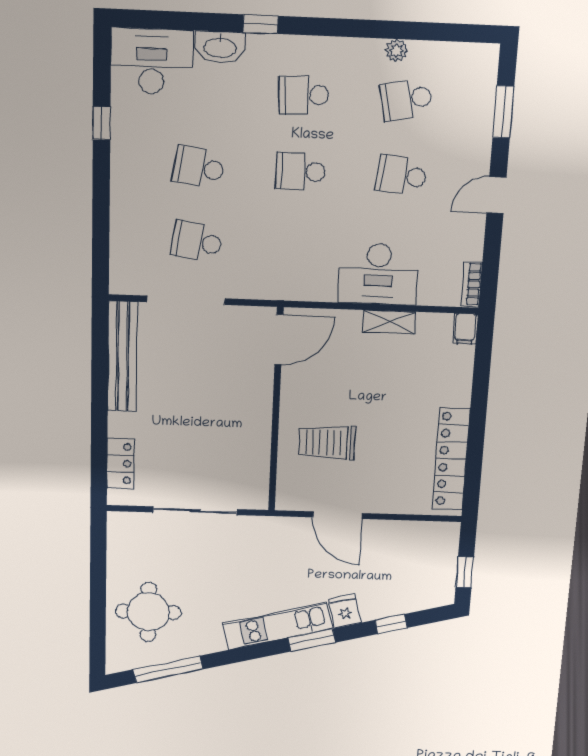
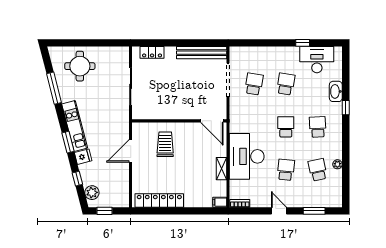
desk: (152, 61) -> (317, 60), moved, turned -90
desk: (378, 274) -> (247, 156), width x1.36, depth x1.30
plant: (423, 596) -> (92, 193), added
window: (168, 669) -> (54, 88), moved

